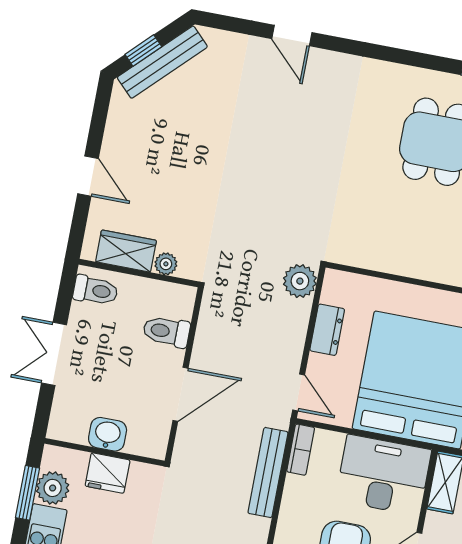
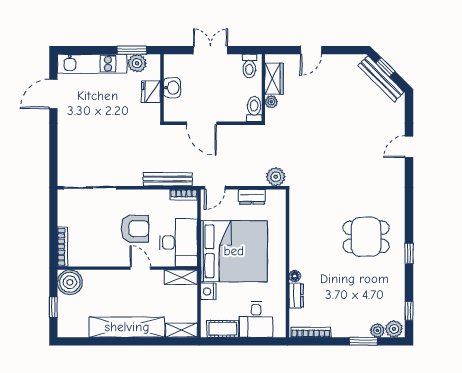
toilet: (166, 331) -> (254, 109), moved

